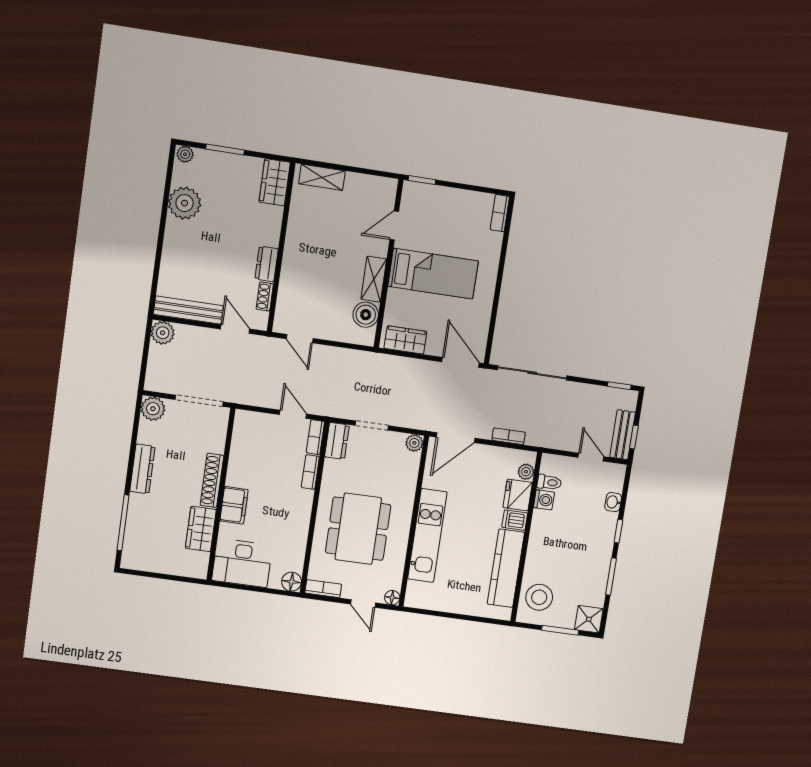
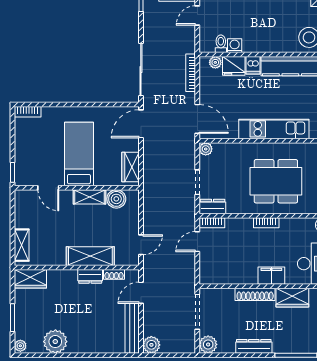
shelving: (294, 268) -> (90, 256), added
bookcase: (509, 436) -> (191, 73), width x1.56
bookcase: (310, 472) -> (266, 223), moved

